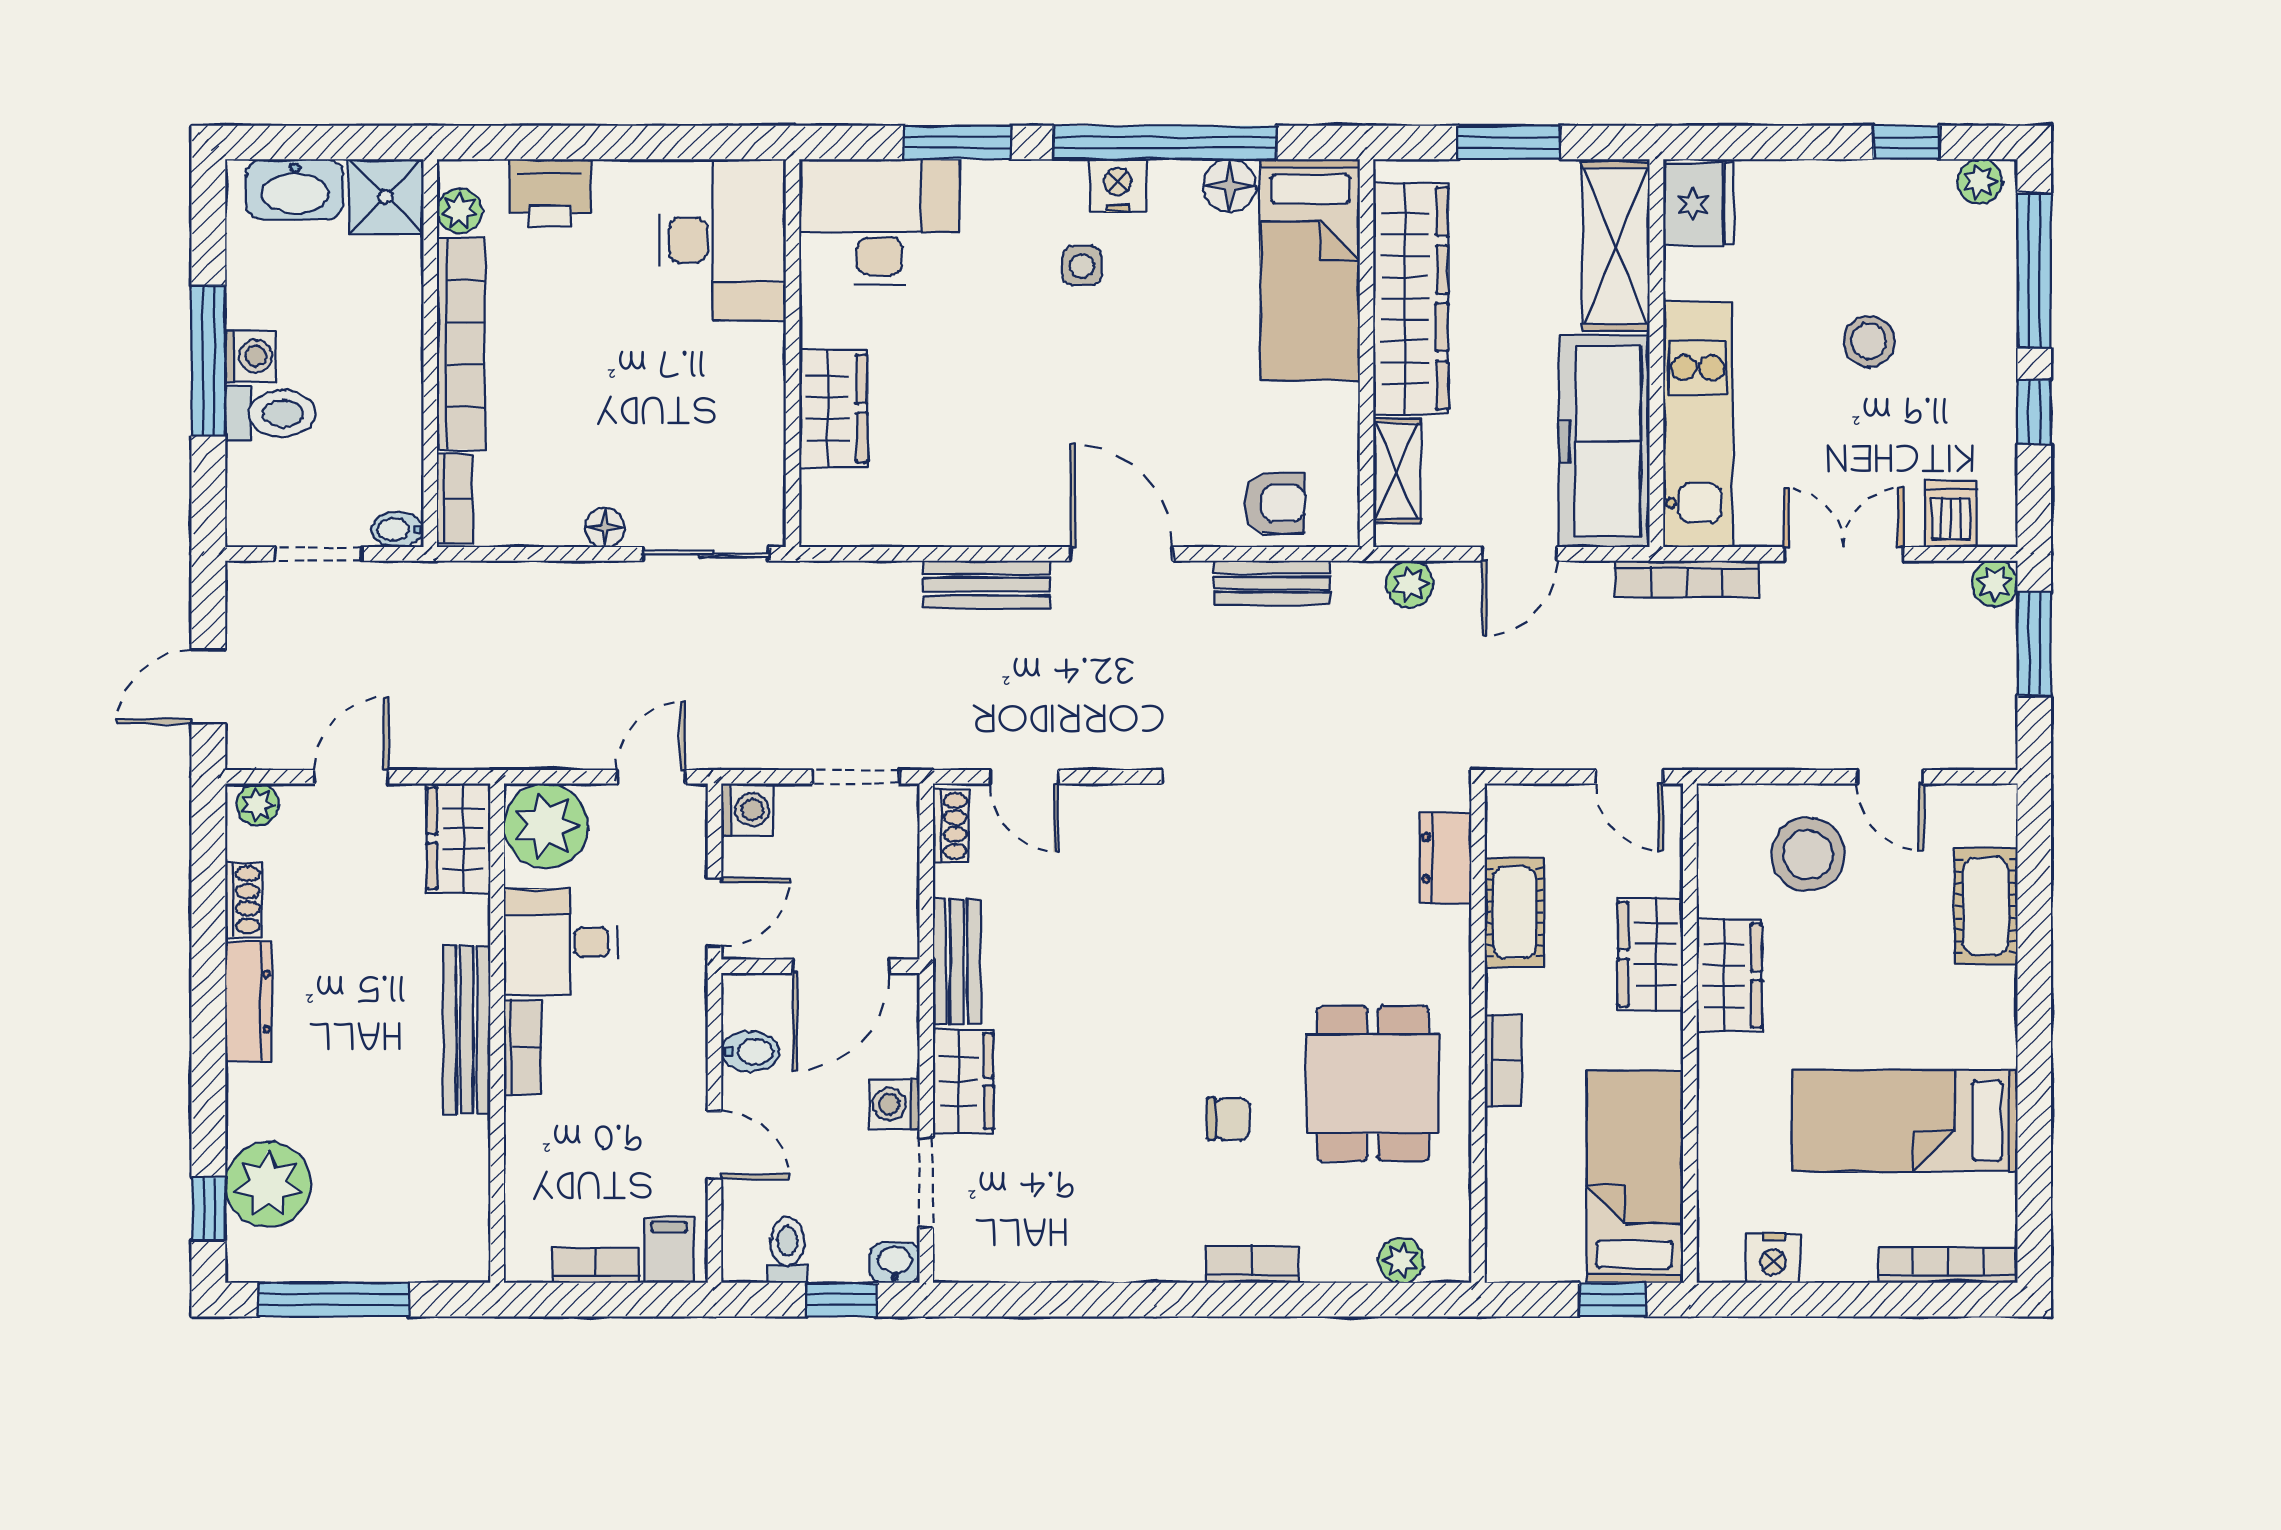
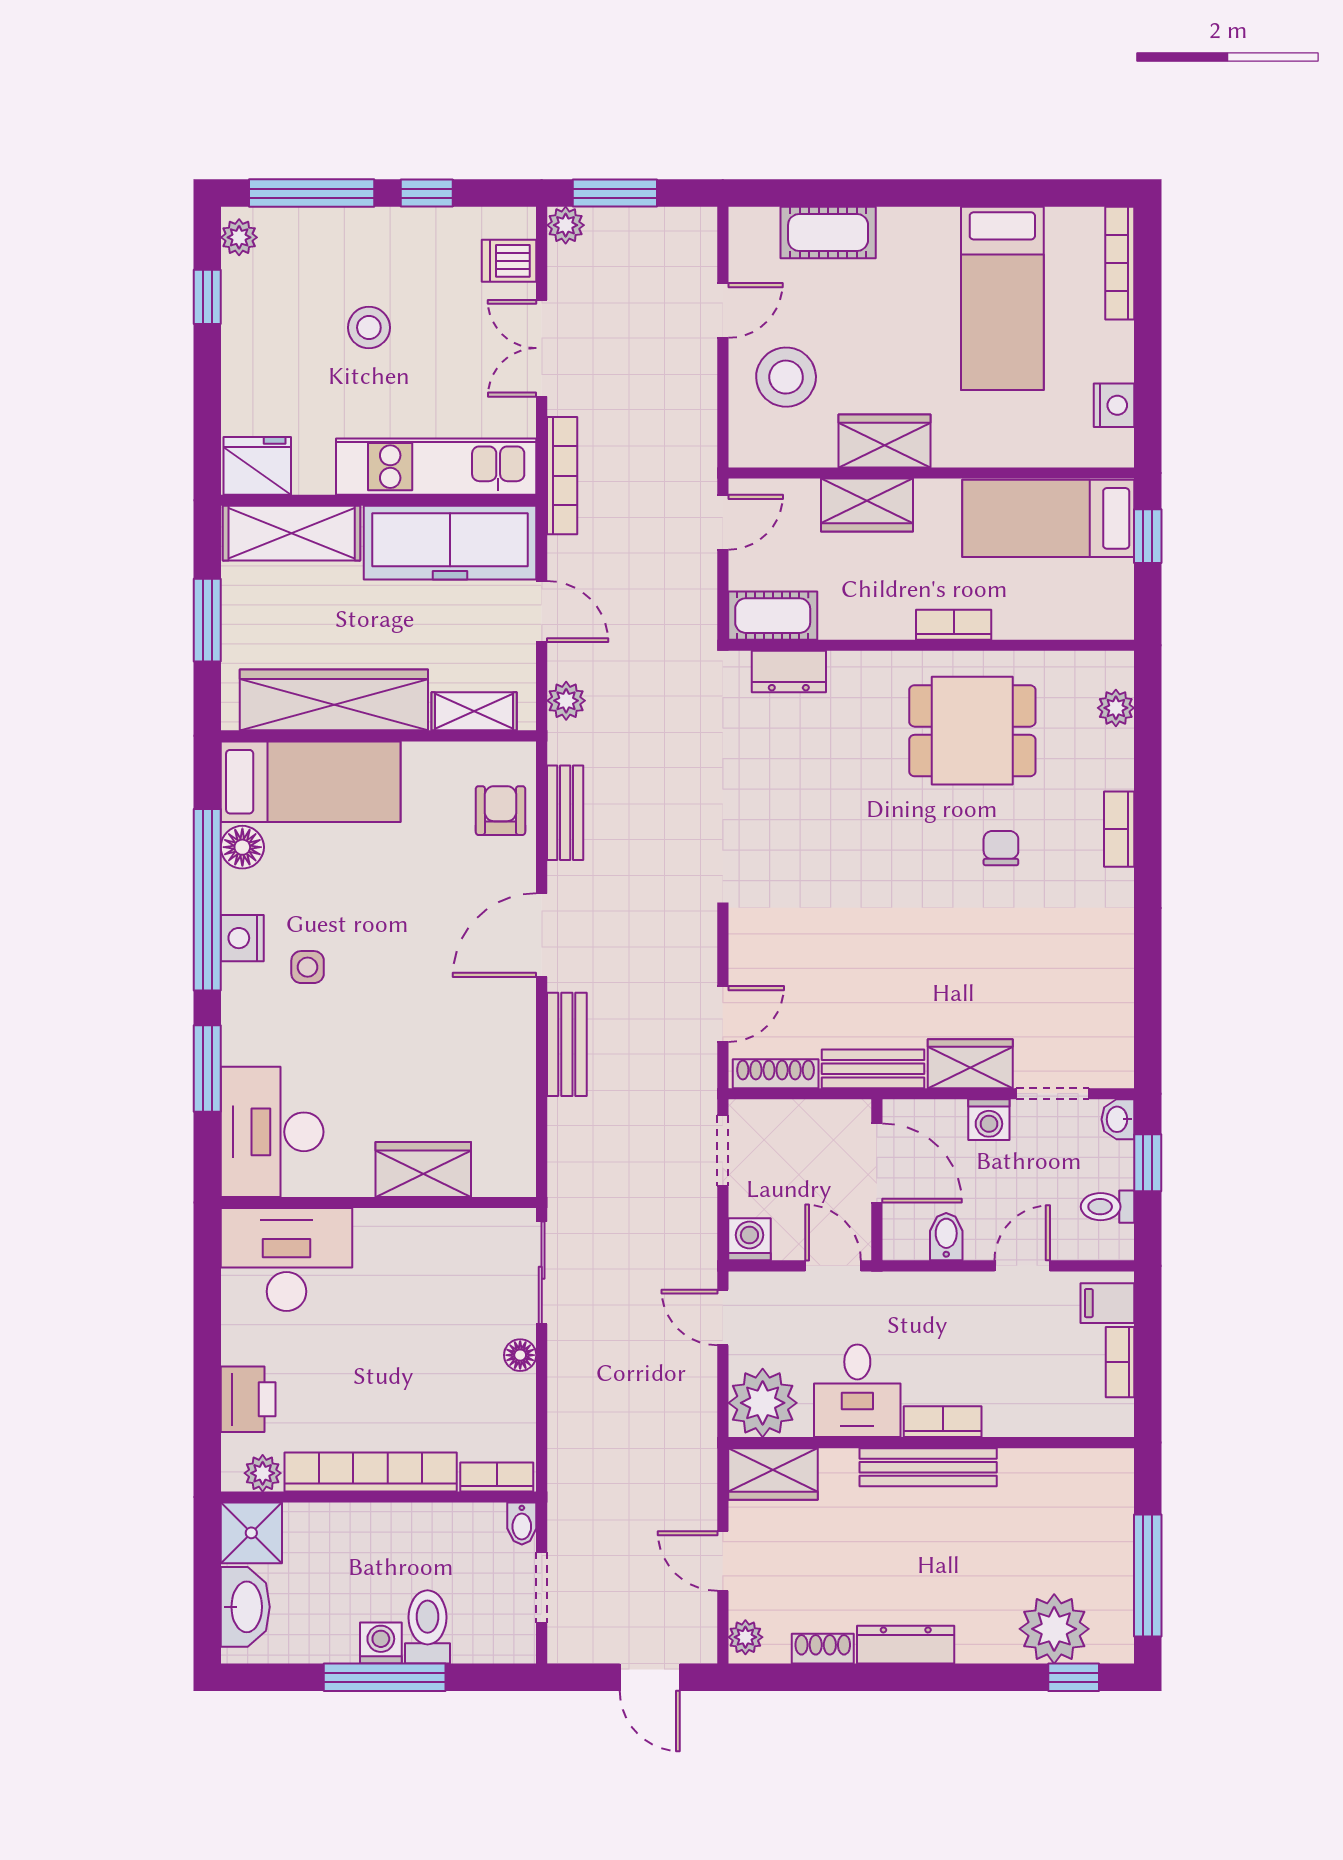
shoe rack: (951, 826) -> (776, 1074), width x1.43
cot: (1514, 912) -> (773, 616), moved

